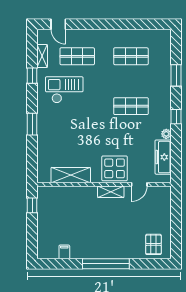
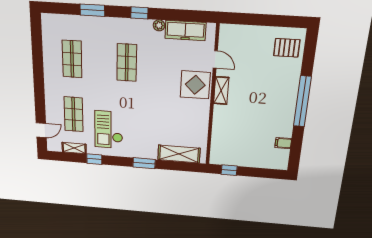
shelving: (71, 175) -> (179, 154), moved, turned 90

